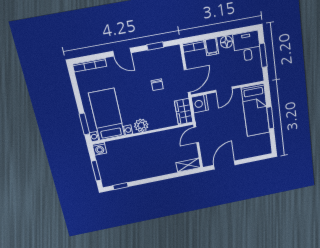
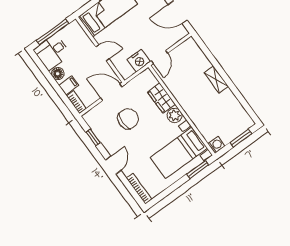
window: (263, 55) -> (53, 32), width x1.44
chair: (157, 85) -> (128, 119), width x1.87, depth x1.87
nightstand: (200, 104) -> (139, 61), moved
wardrobe: (184, 112) -> (161, 98), moved, turned 90
door: (196, 135) -> (160, 57), hinge flipped
shelving: (188, 165) -> (216, 80), moved
window: (120, 186) -> (247, 107), removed

